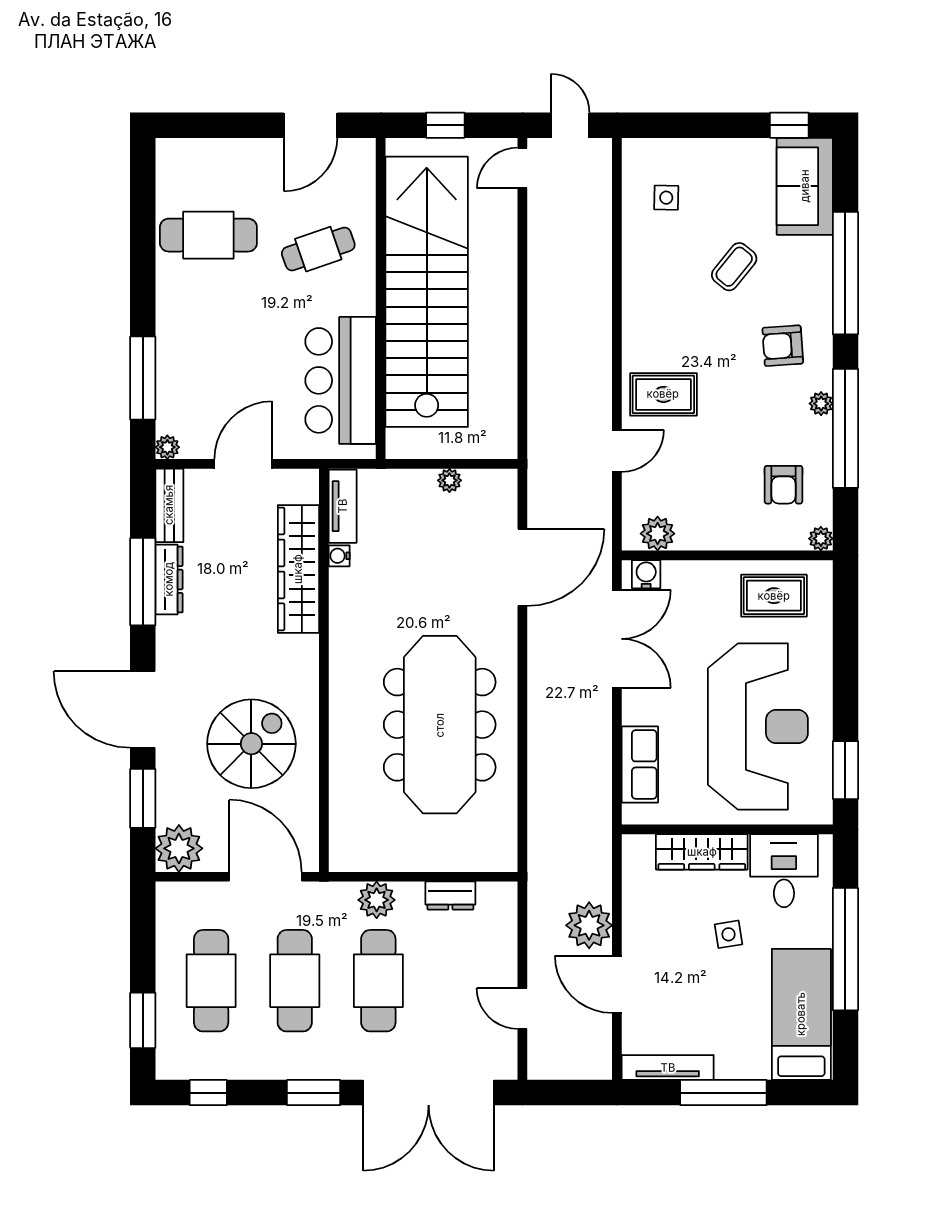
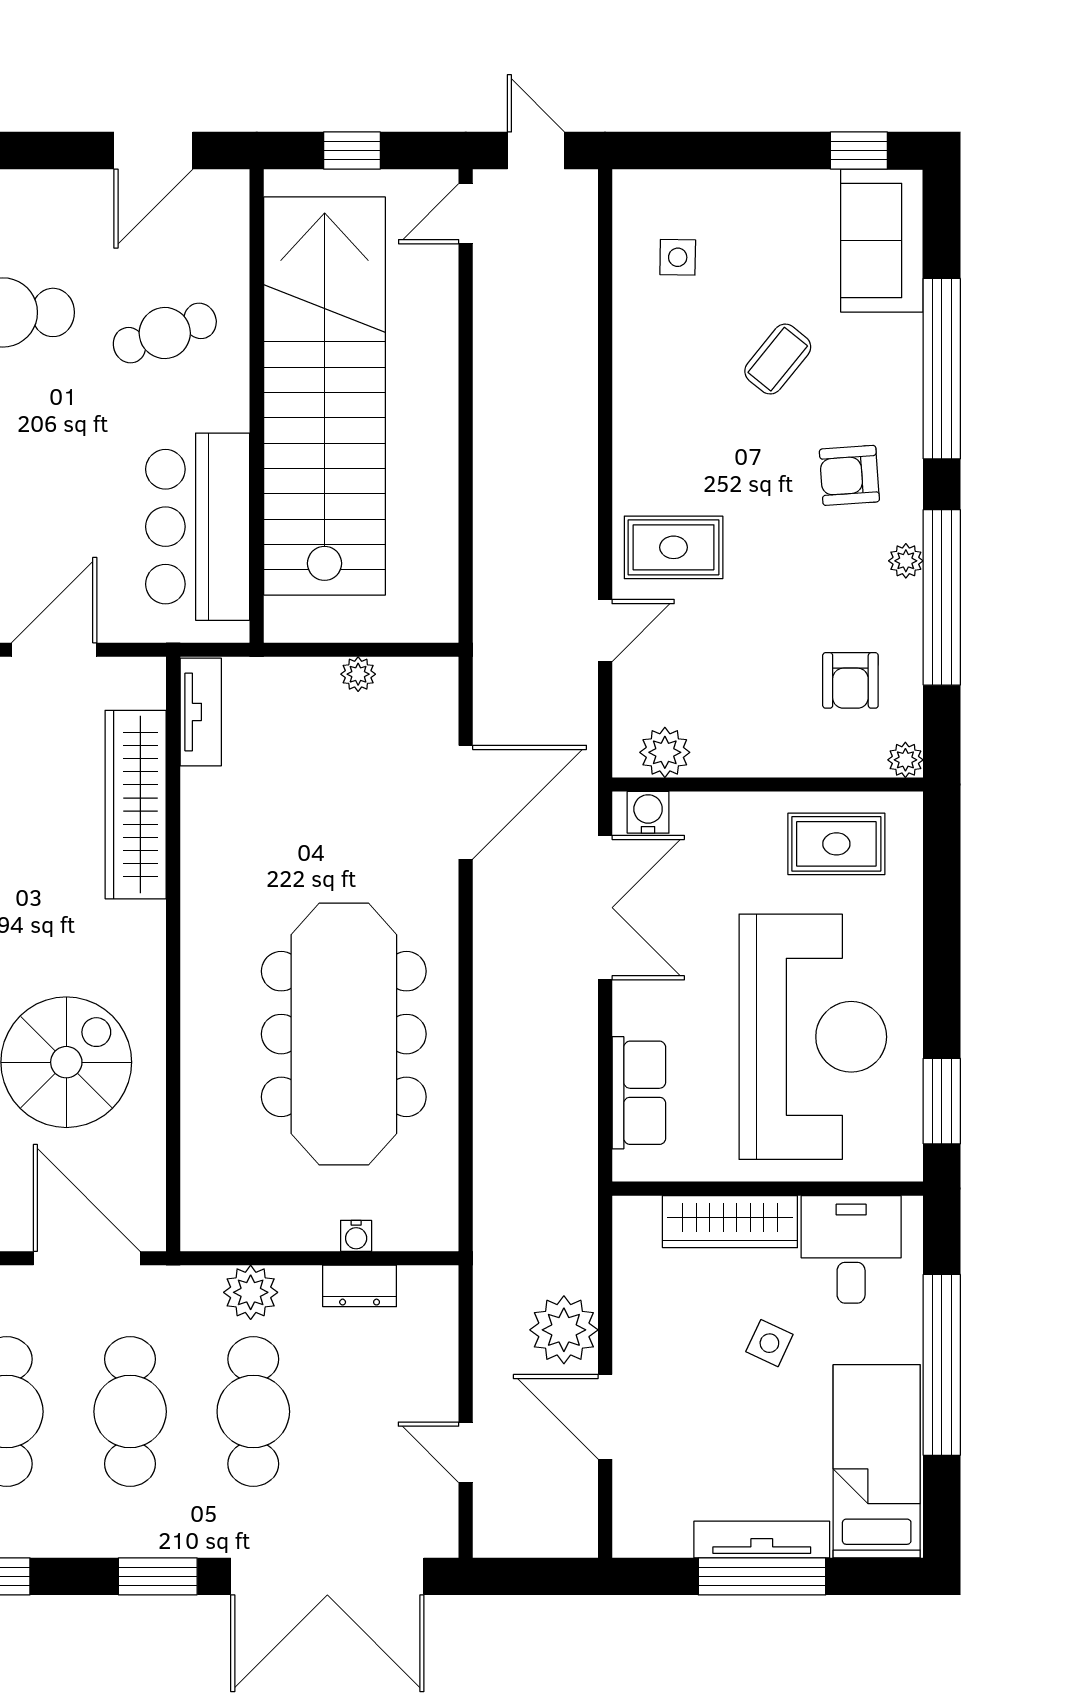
water cooler: (339, 556) -> (356, 1236), moved, turned -90
side table: (729, 934) -> (769, 1343), turned 34
tv unit: (668, 1068) -> (762, 1539), moved

